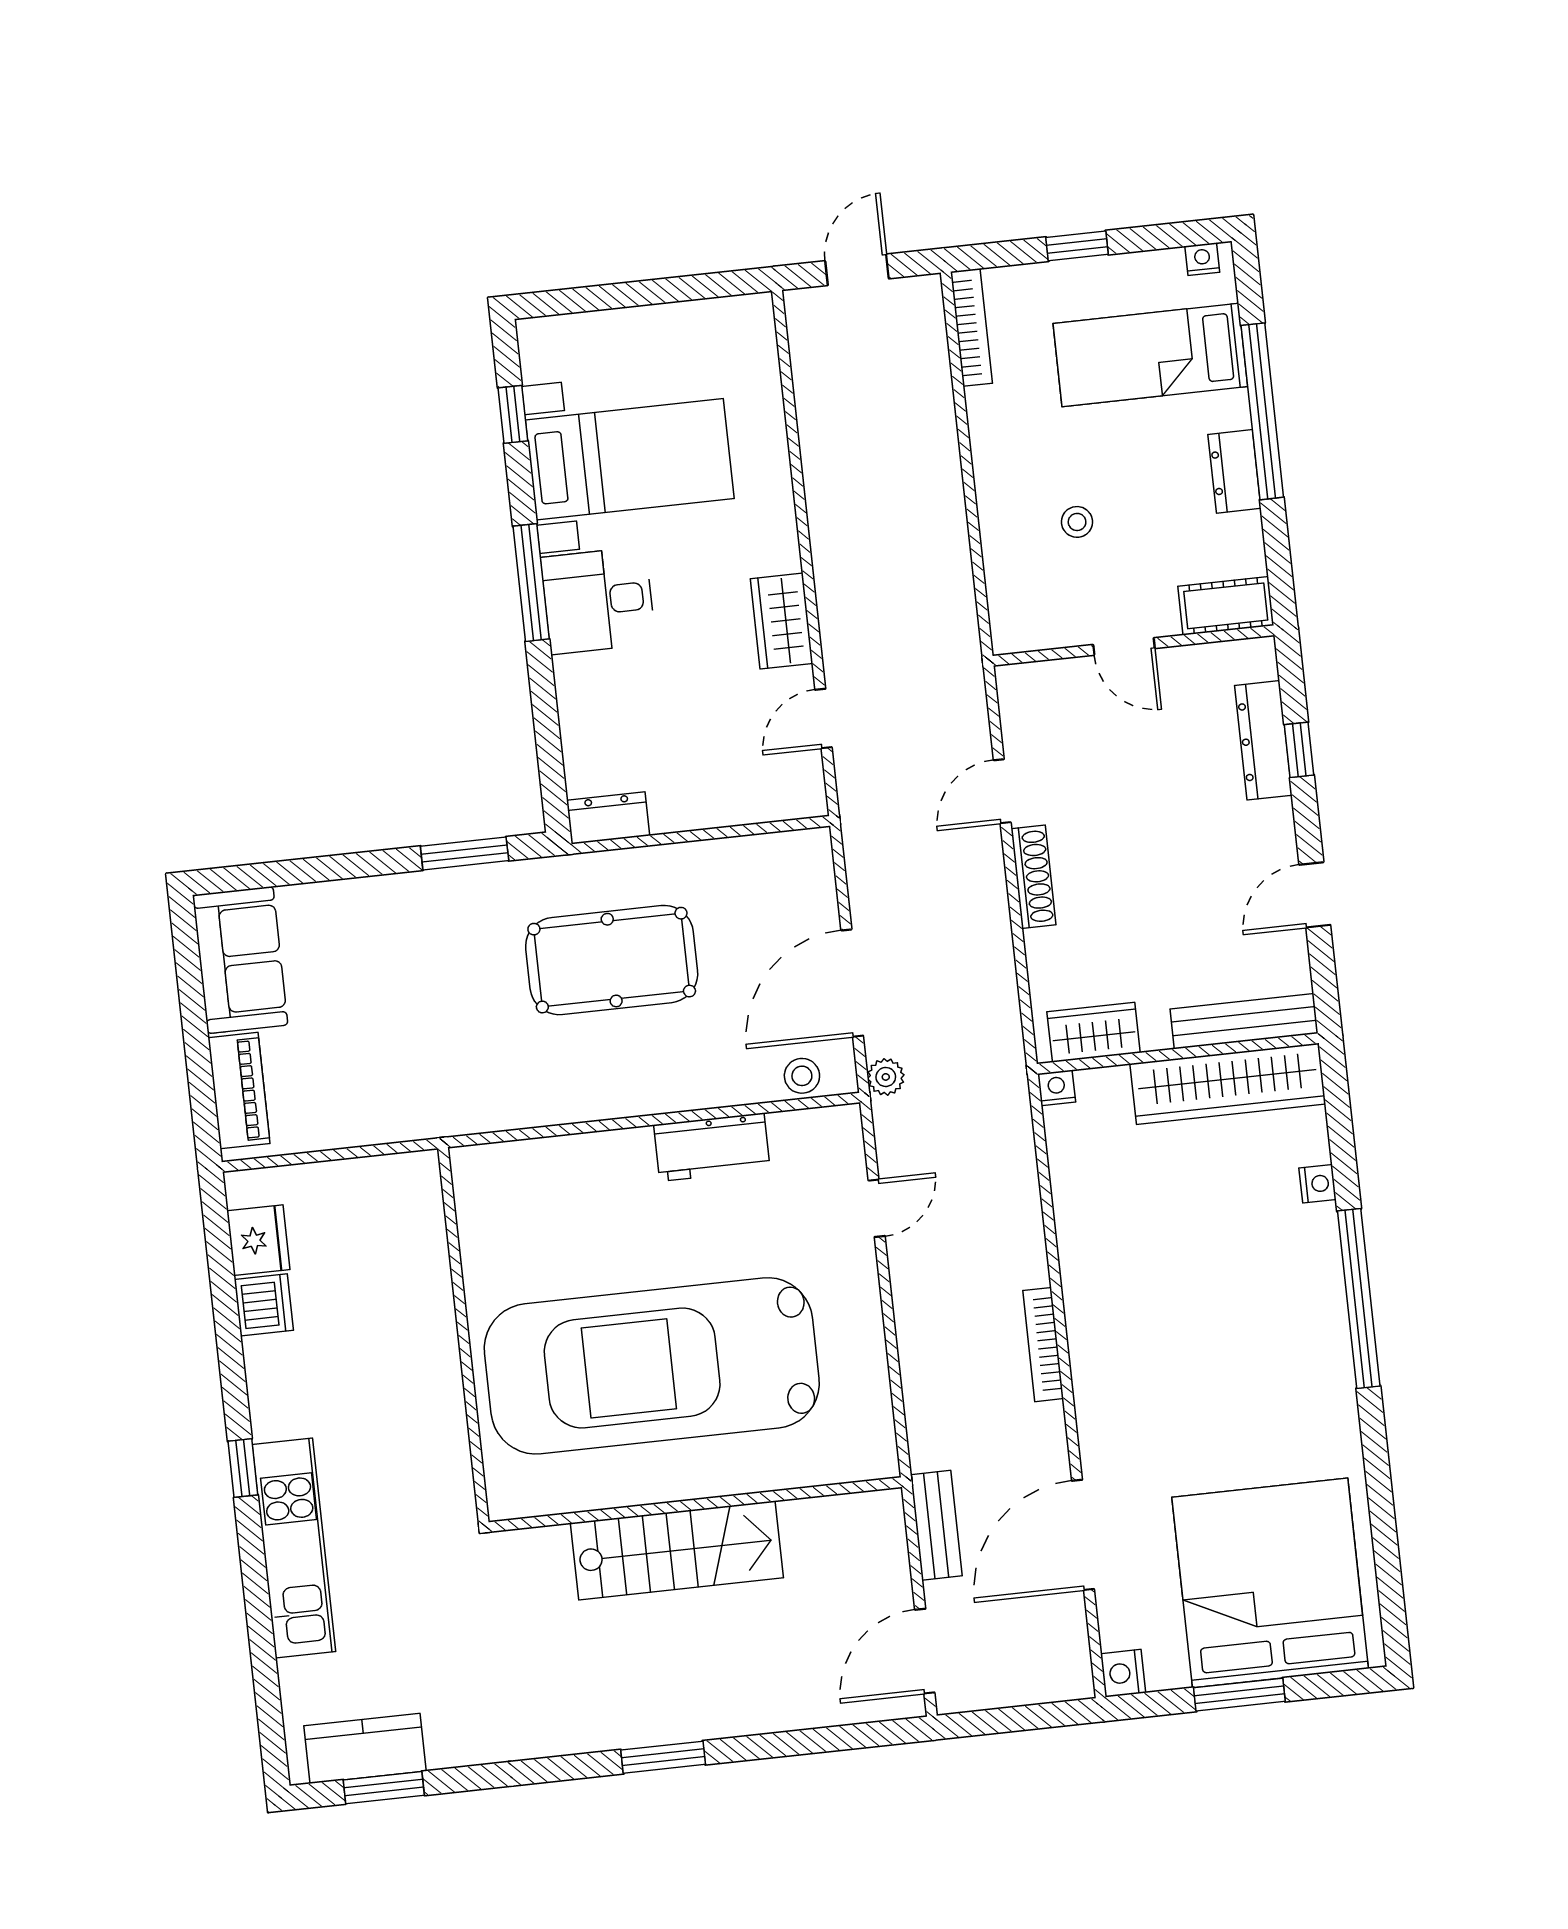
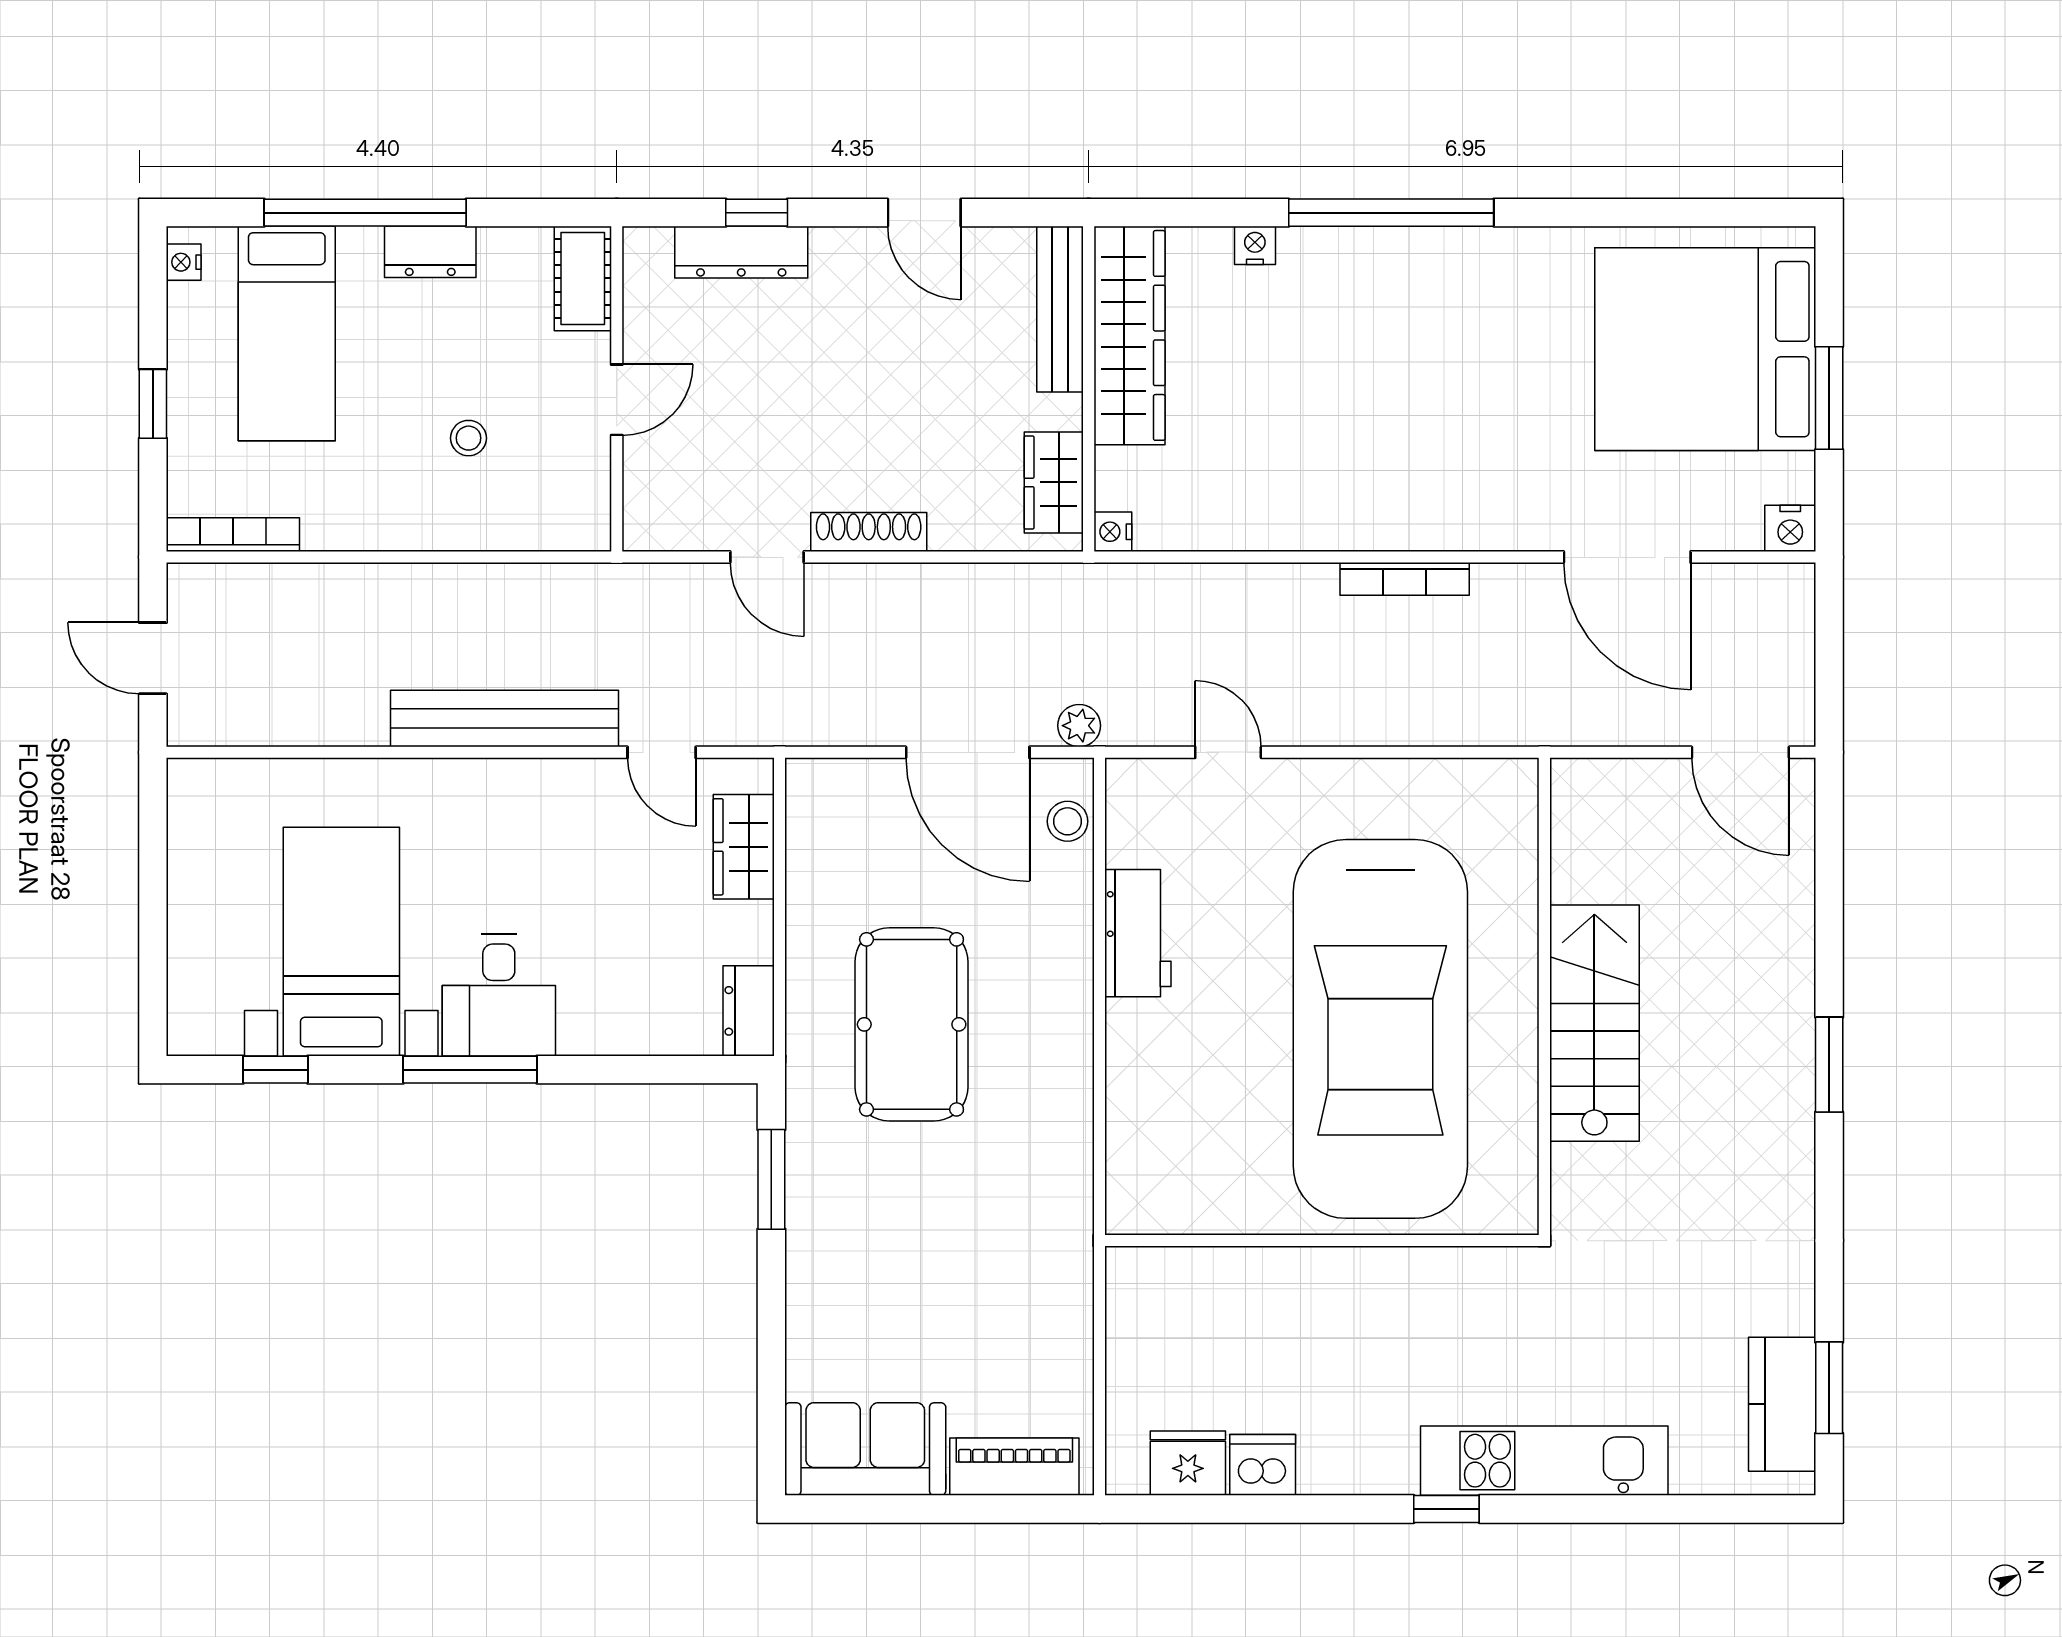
wardrobe: (782, 621) -> (744, 847), moved, turned 90
bench: (936, 1525) -> (505, 719), moved, width x1.86, depth x1.21

